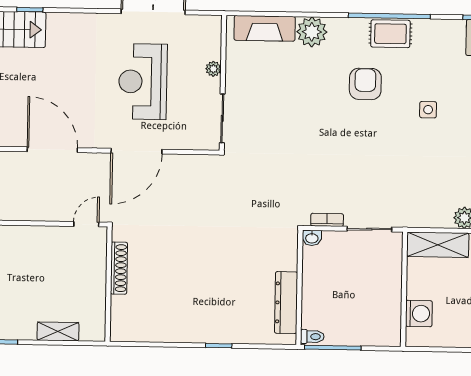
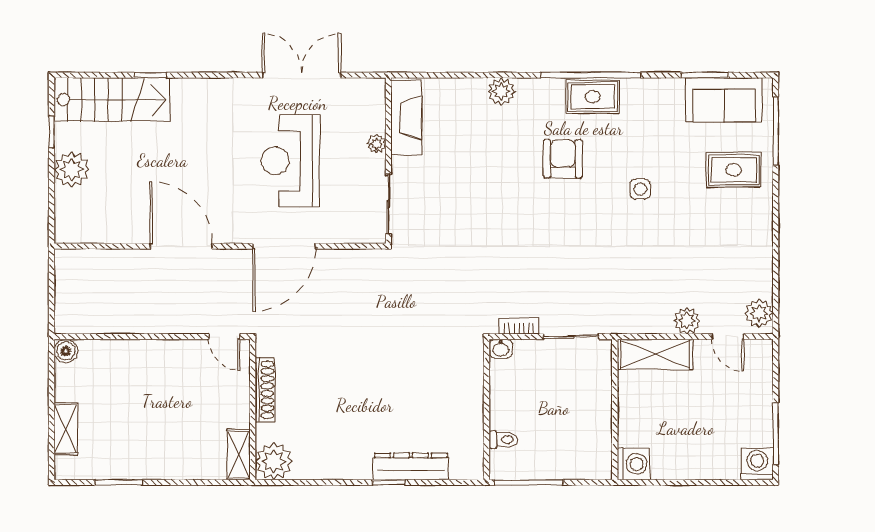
fireplace: (265, 28) -> (406, 118), moved, turned -90
plant: (312, 32) -> (501, 91), width x0.73, depth x0.73
door: (86, 224) -> (224, 337), swing flipped
dresser: (286, 303) -> (411, 466), moved, turned 90
washing machine: (419, 314) -> (633, 464), moved
plant: (125, 327) -> (274, 461), added
shelving: (58, 331) -> (239, 455), moved, turned 90
toilet: (312, 337) -> (503, 440), moved

